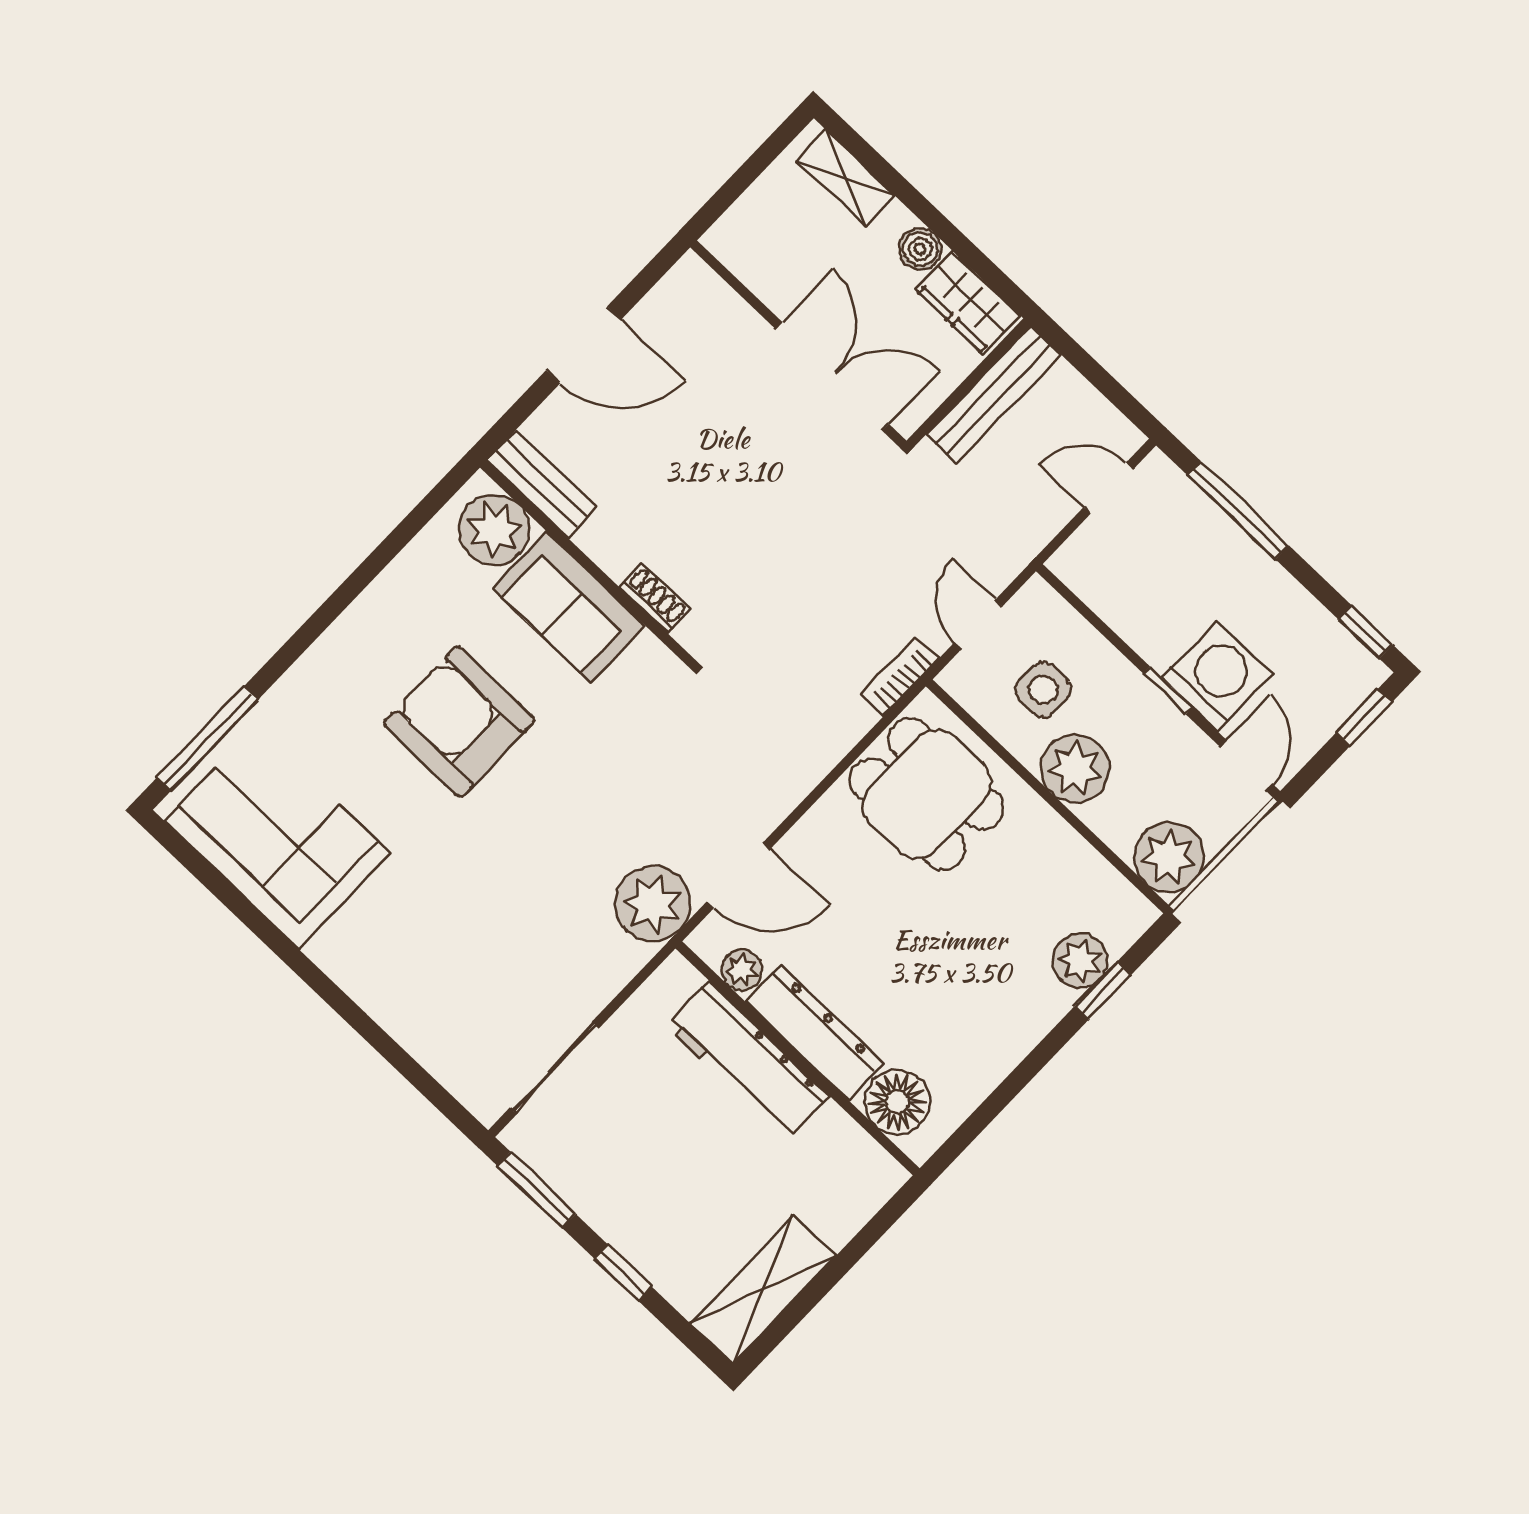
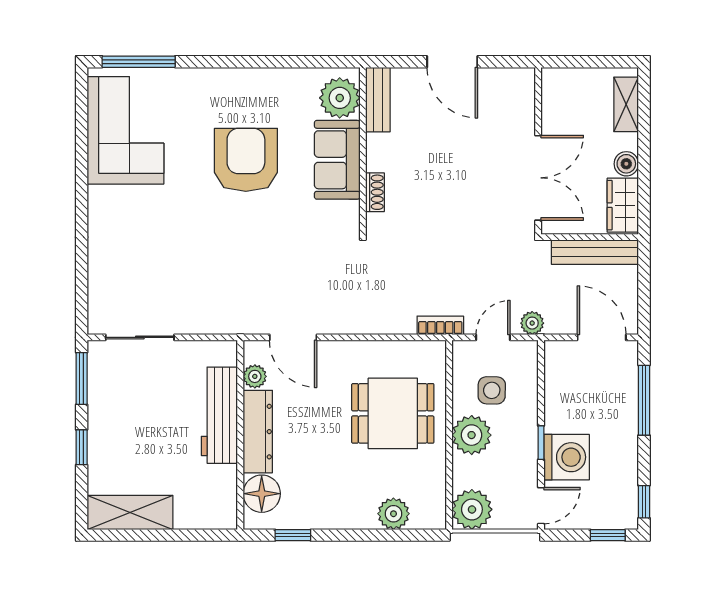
door: (1109, 488) -> (602, 337), width x1.38
dining table: (927, 794) -> (393, 413), moved, turned 90
plant: (653, 904) -> (532, 323), moved, width x0.53, depth x0.53
window: (1103, 991) -> (293, 535), moved

